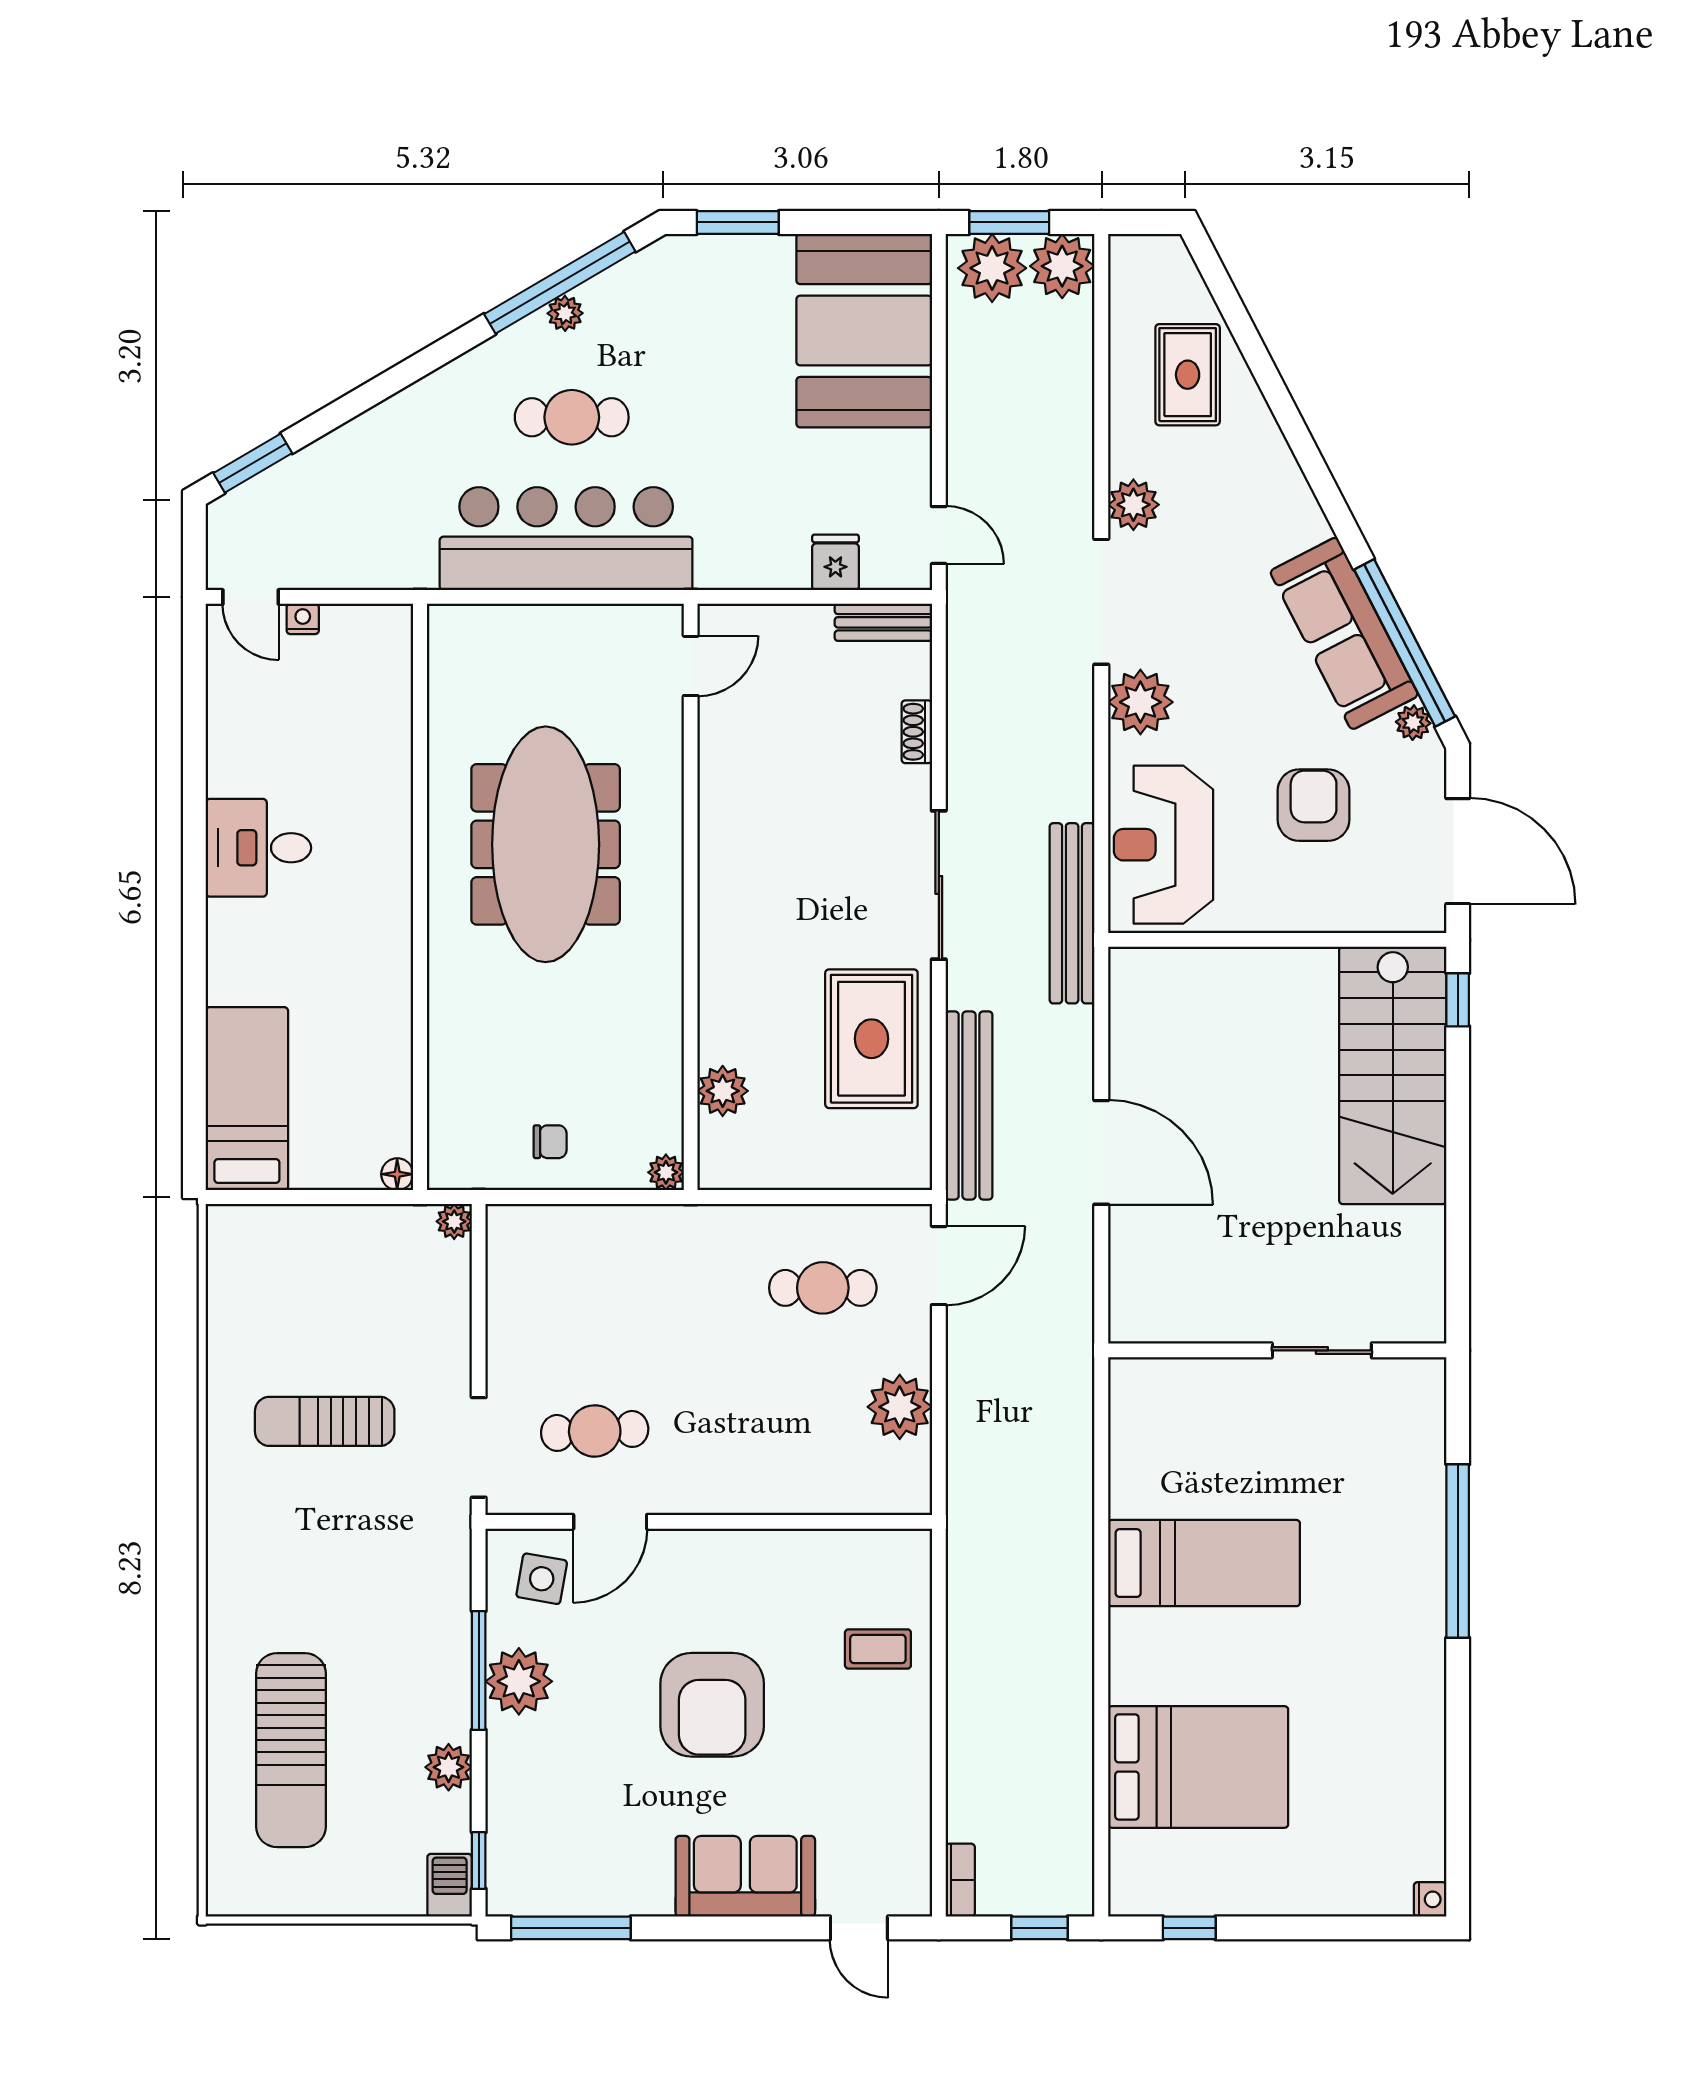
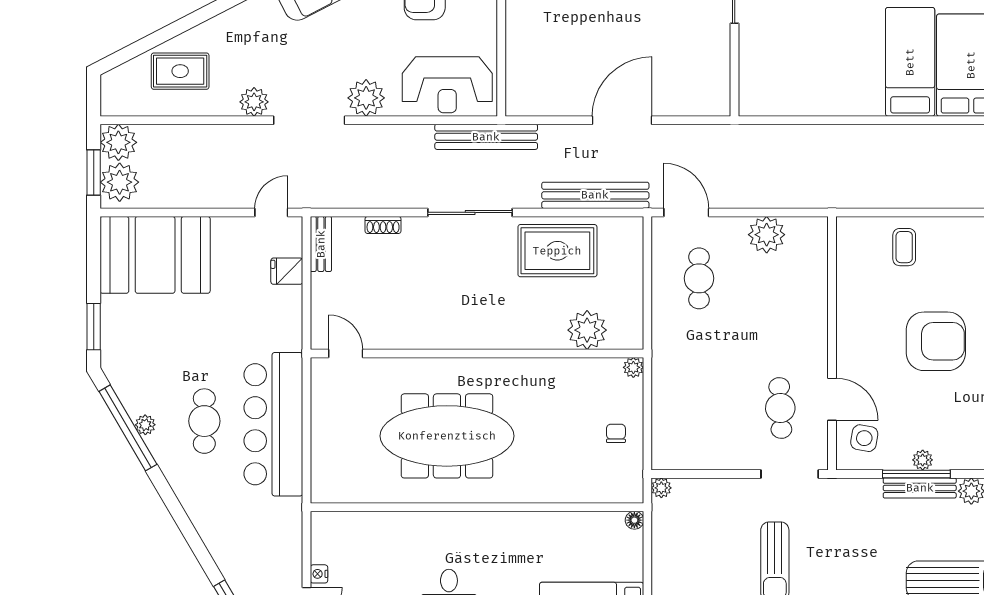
plant: (723, 1091) -> (587, 330), width x1.36, depth x1.36
bed: (1204, 1563) -> (910, 62), moved
bench: (454, 1676) -> (920, 488), added
plant: (519, 1681) -> (923, 460), width x0.53, depth x0.53

